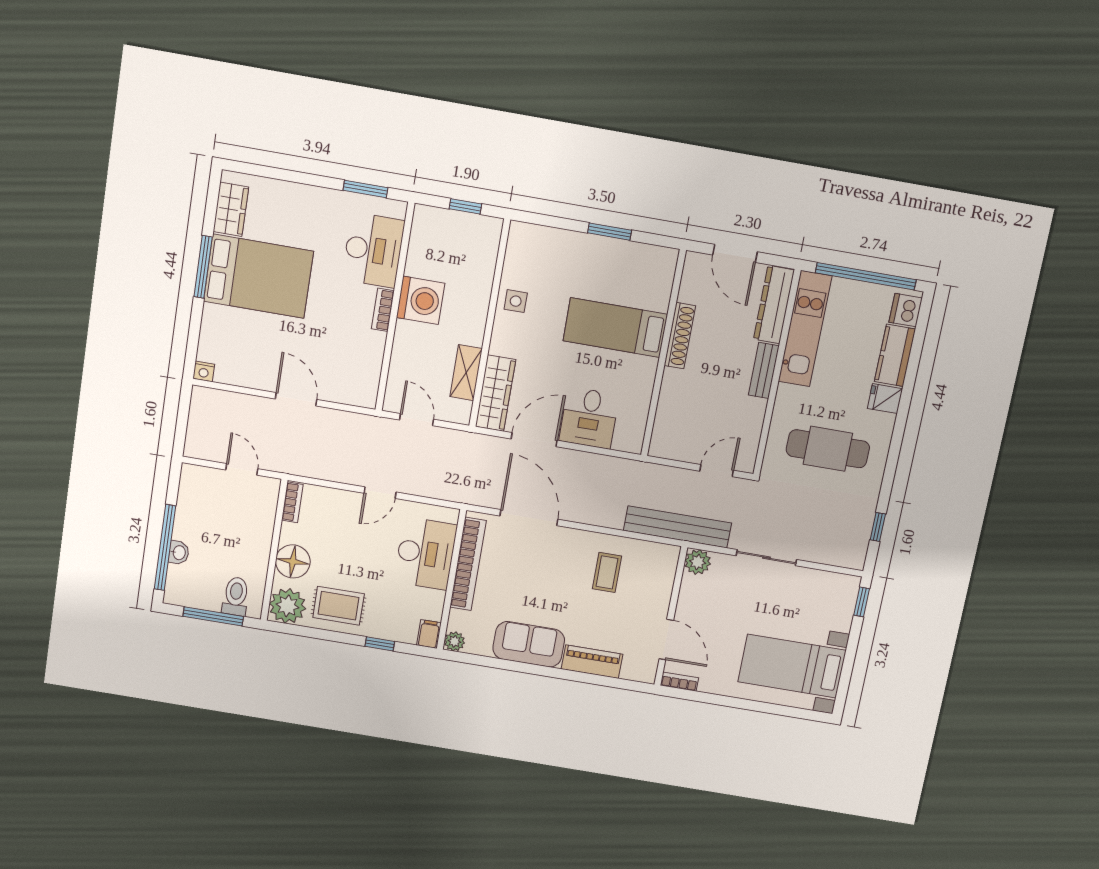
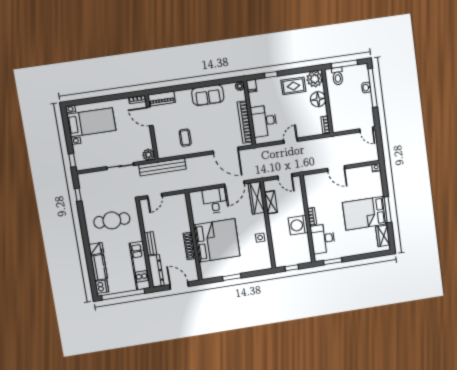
bed: (615, 328) -> (217, 240), width x2.04
door: (242, 469) -> (366, 129), moved
piano: (592, 662) -> (162, 99), moved

